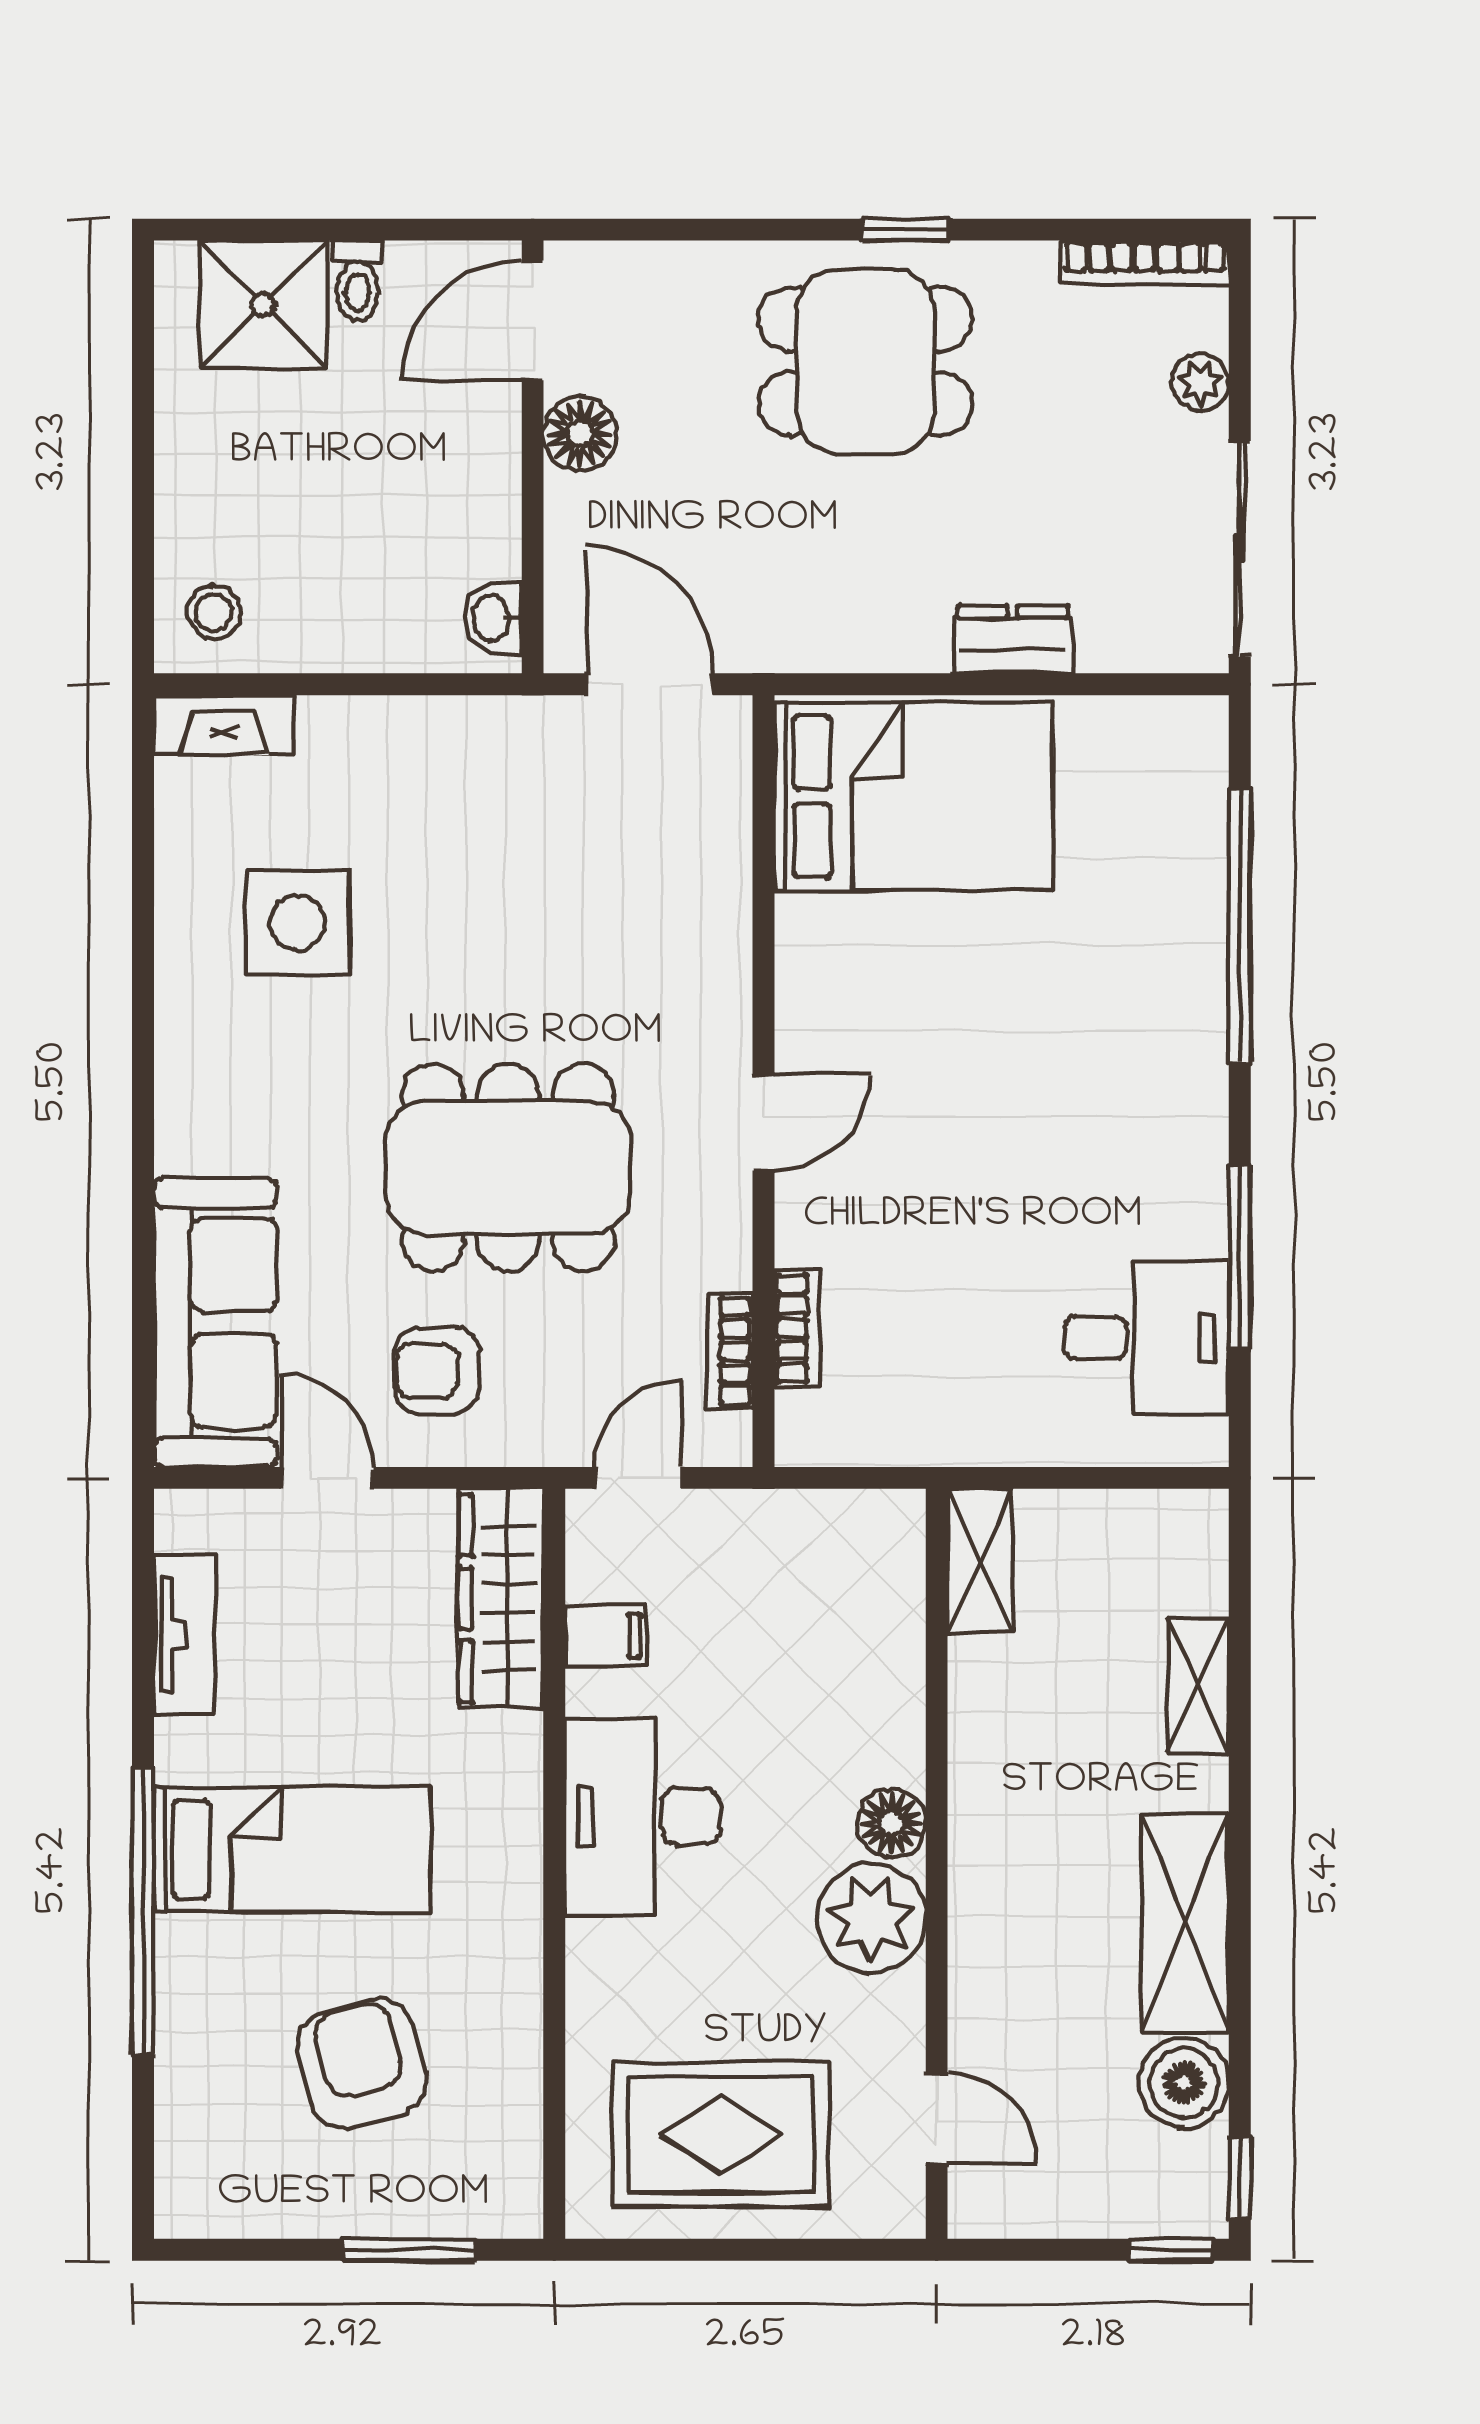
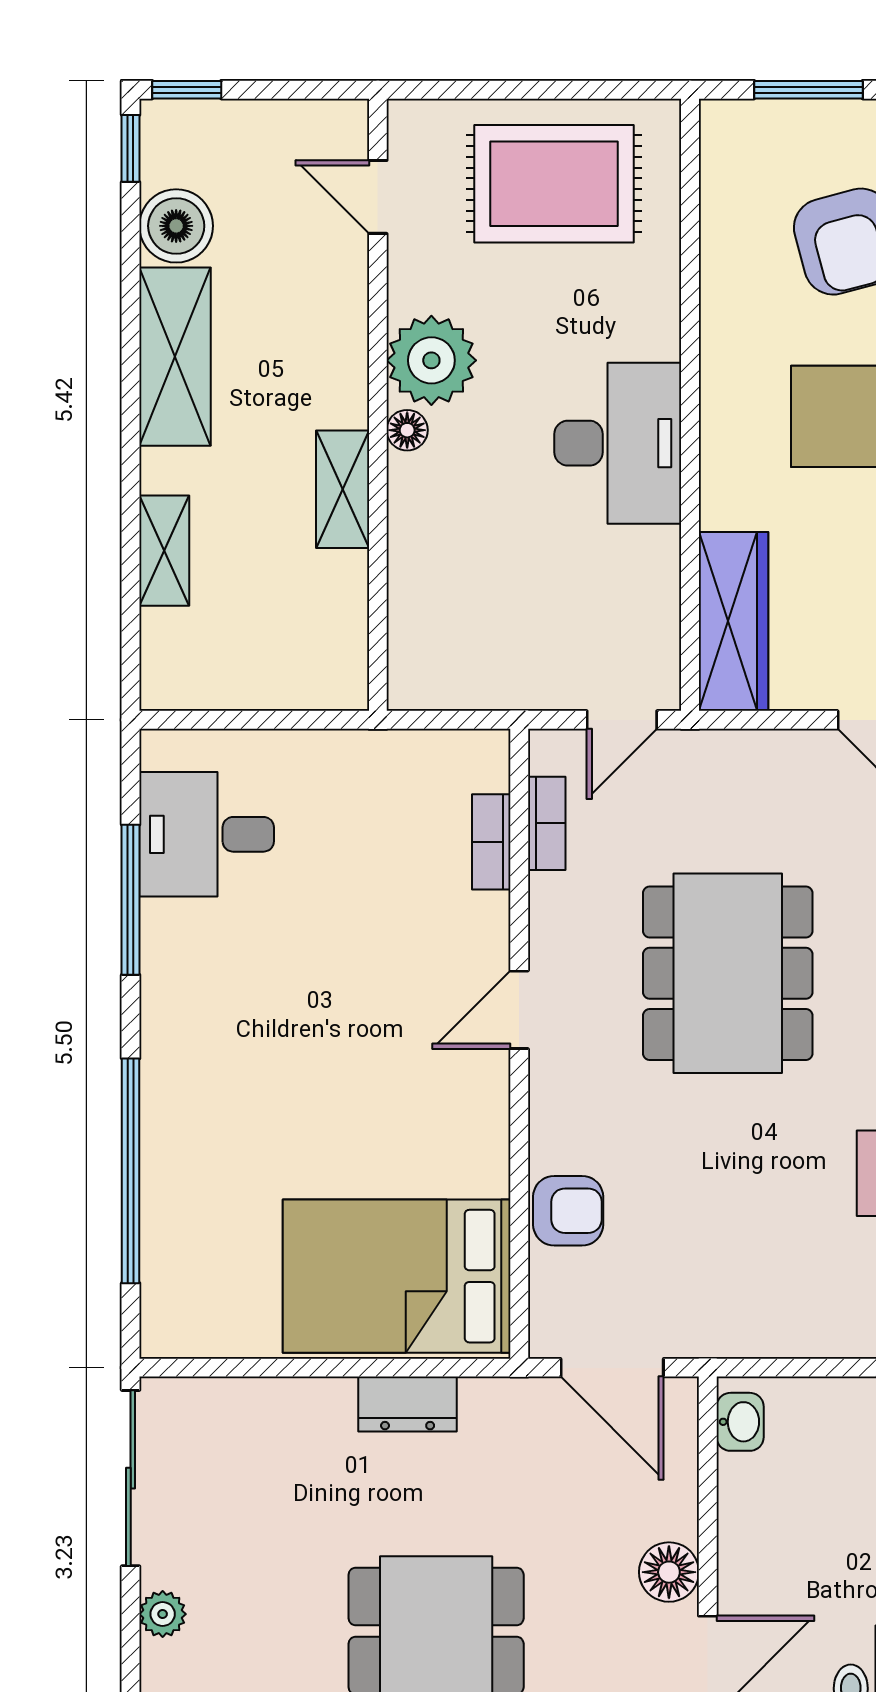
dresser: (1013, 640) -> (408, 1404), moved
dining table: (508, 1167) -> (728, 973), turned 90
armchair: (437, 1371) -> (568, 1211), moved
shelving: (980, 1561) -> (343, 489), moved
filing cabinet: (606, 1636) -> (648, 591), removed
floor lamp: (892, 1823) -> (407, 430), width x0.73, depth x0.73

